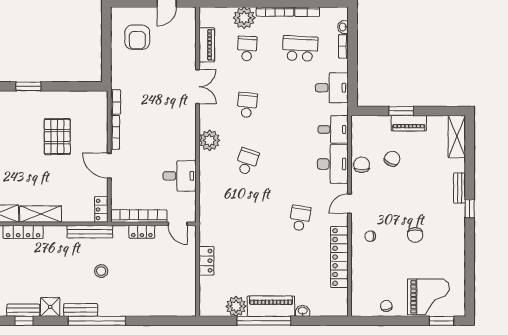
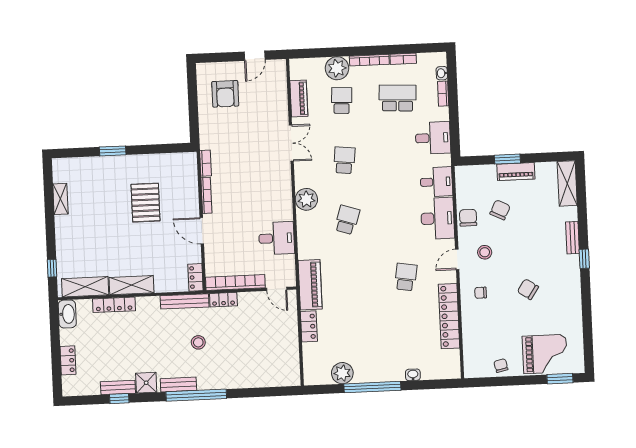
stool: (376, 198) -> (485, 252), added
locker: (142, 232) -> (223, 300), moved
chair: (415, 235) -> (528, 289), turned 125
piano: (271, 306) -> (310, 285), moved, turned 90

